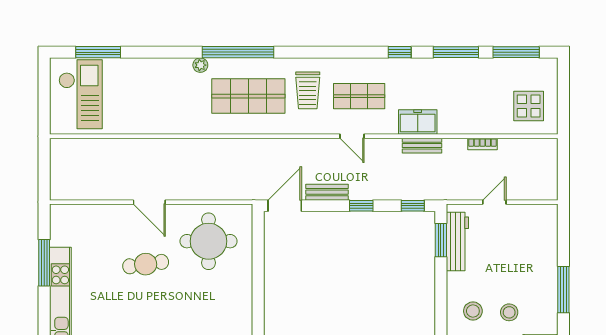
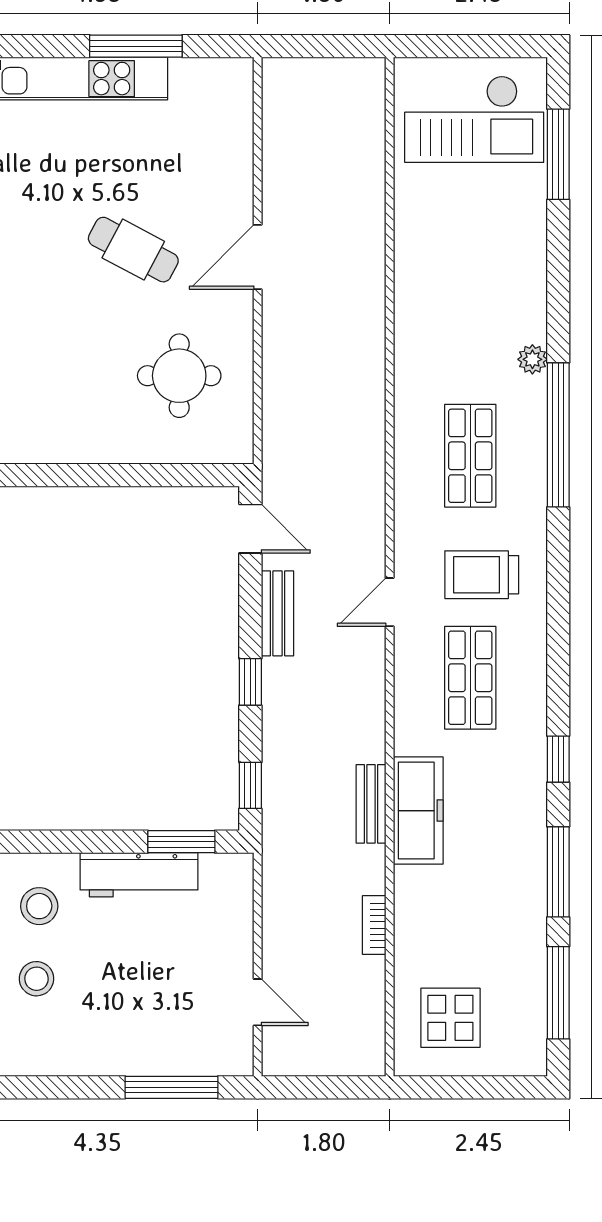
shop shelf: (248, 96) -> (470, 456), width x0.70, depth x0.74
freezer: (418, 122) -> (418, 811), width x1.40
door: (352, 136) -> (390, 602), moved
door: (494, 202) -> (258, 1002), moved
door: (285, 206) -> (250, 529), width x0.73
round table: (208, 241) -> (179, 376), width x0.73, depth x0.73
workbench: (457, 242) -> (139, 875), moved
cafe table: (146, 264) -> (133, 250), turned -54
window: (563, 290) -> (171, 1087), moved

